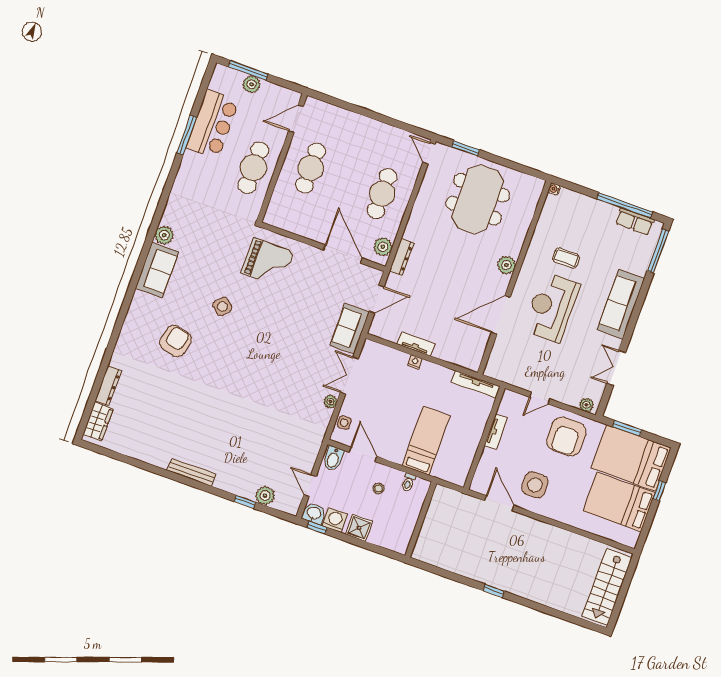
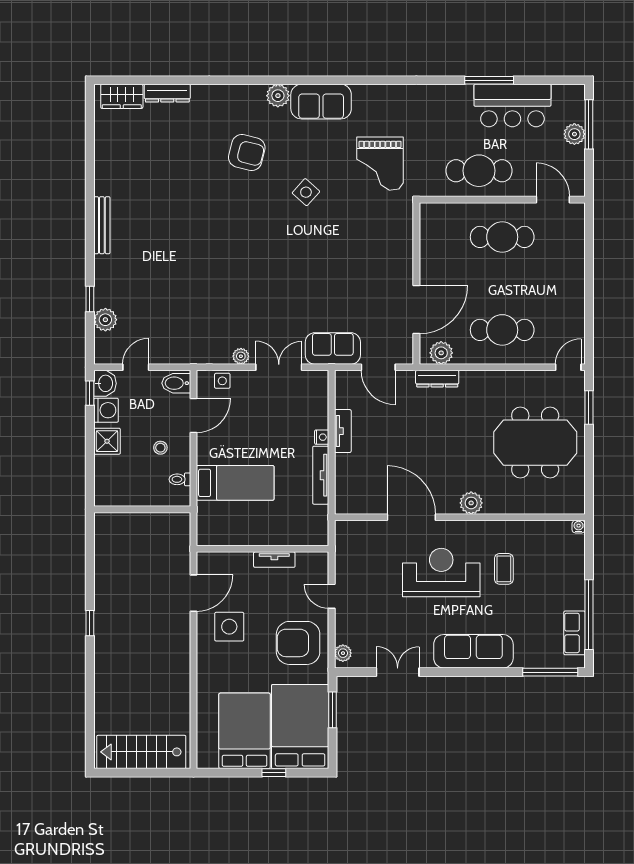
plant: (164, 235) -> (278, 96), moved
grand piano: (268, 262) -> (380, 164), moved
tv unit: (476, 384) -> (321, 475), moved

